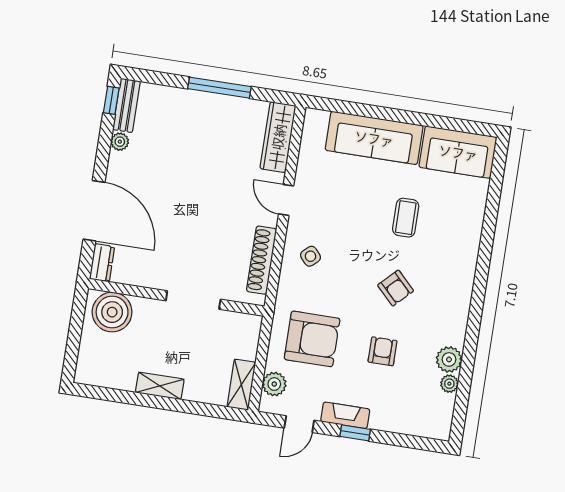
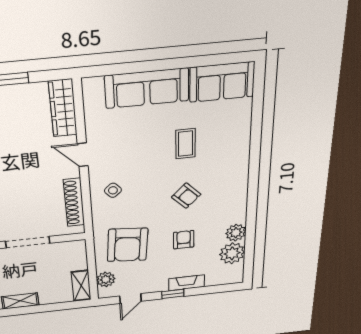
armchair: (312, 339) -> (128, 245), turned 95
plant: (449, 384) -> (232, 253), width x1.87, depth x1.87
fireplace: (345, 415) -> (187, 283), moved

